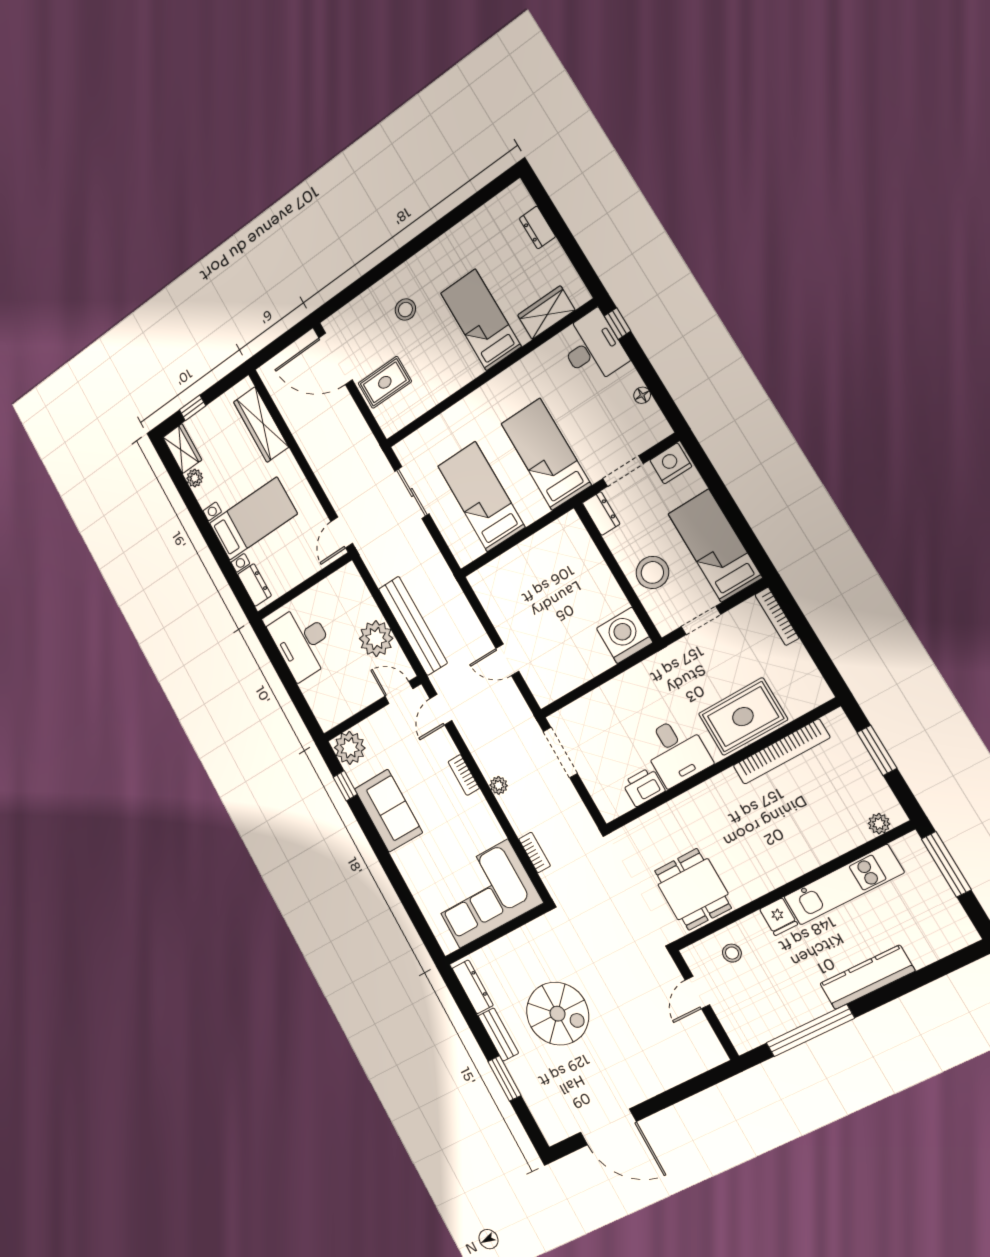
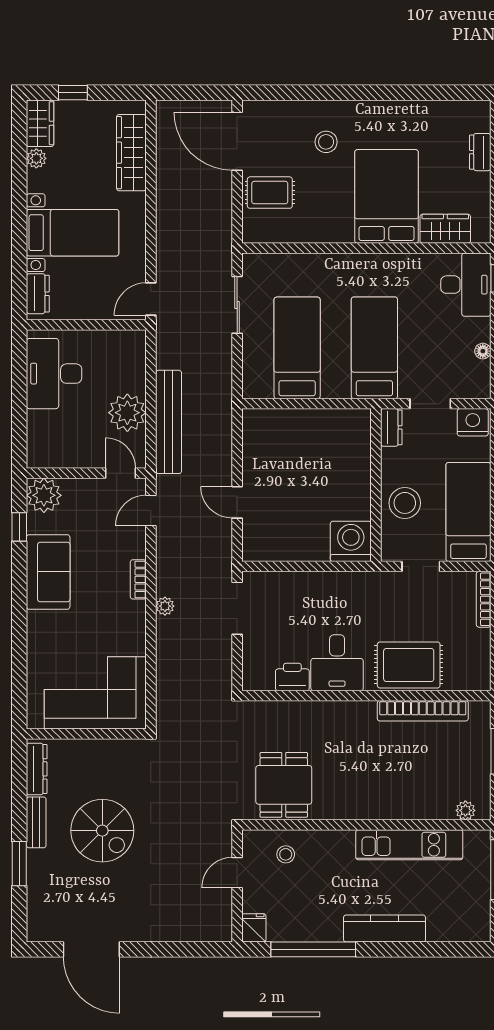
bed: (481, 320) -> (386, 196), width x1.50
bookcase: (535, 852) -> (163, 681), removed
fridge: (779, 917) -> (254, 928), moved, turned 180

